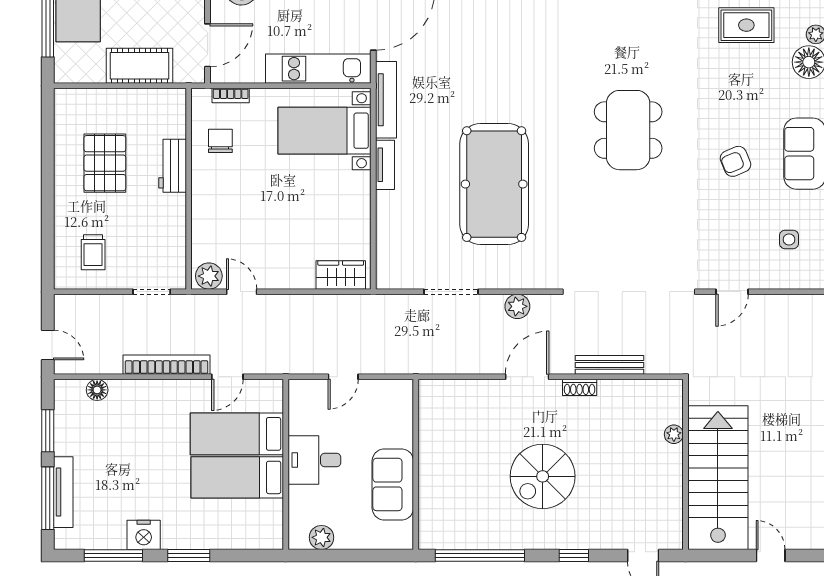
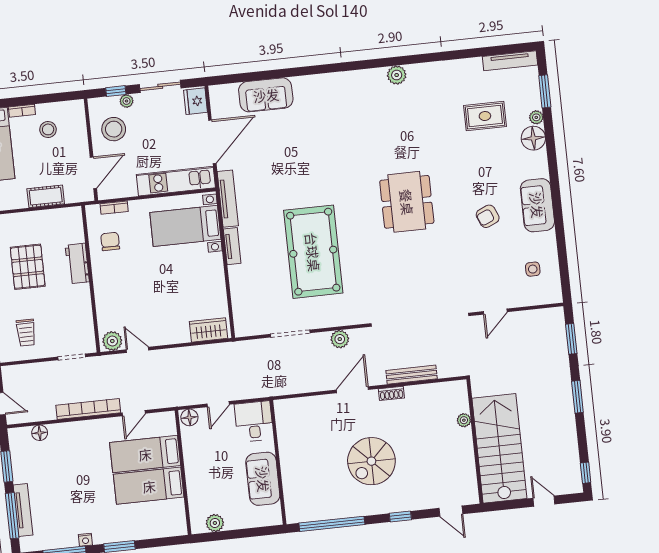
cot: (140, 66) -> (46, 196), width x0.73, depth x0.75
floor lamp: (302, 391) -> (189, 417), added
desk: (314, 460) -> (254, 421), moved, turned 90
nightstand: (144, 535) -> (85, 540), width x0.53, depth x0.56

